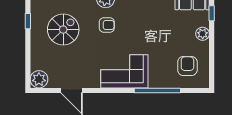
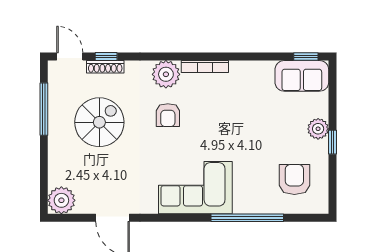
window: (212, 13) -> (332, 142), moved
window: (28, 21) -> (44, 109), width x2.17
armchair: (107, 25) -> (168, 115), turned 90

